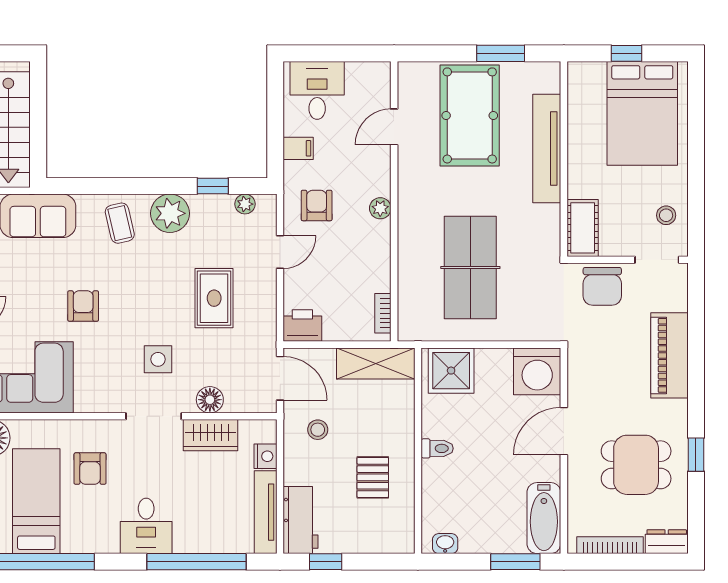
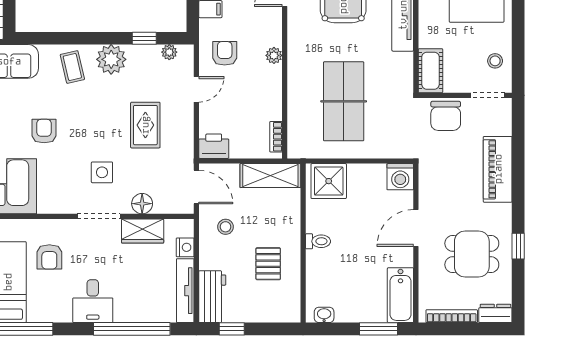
washing machine: (537, 371) -> (400, 177), width x0.73, depth x0.73

